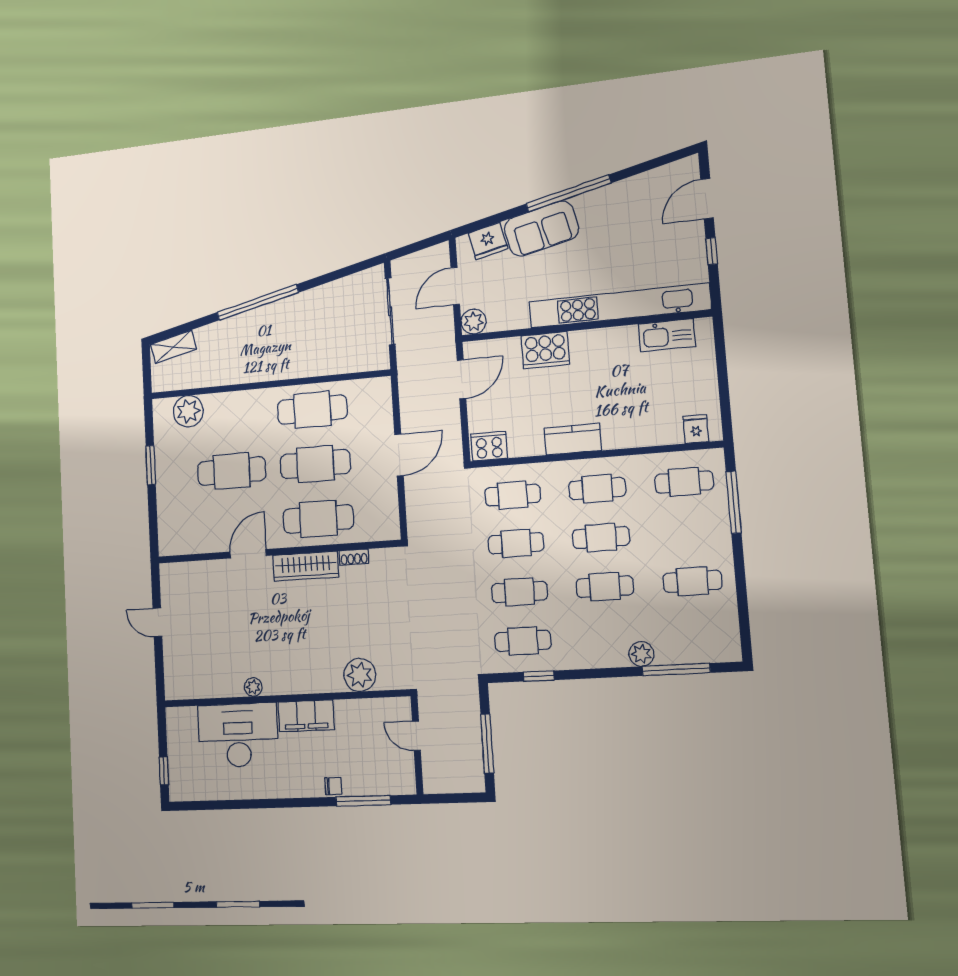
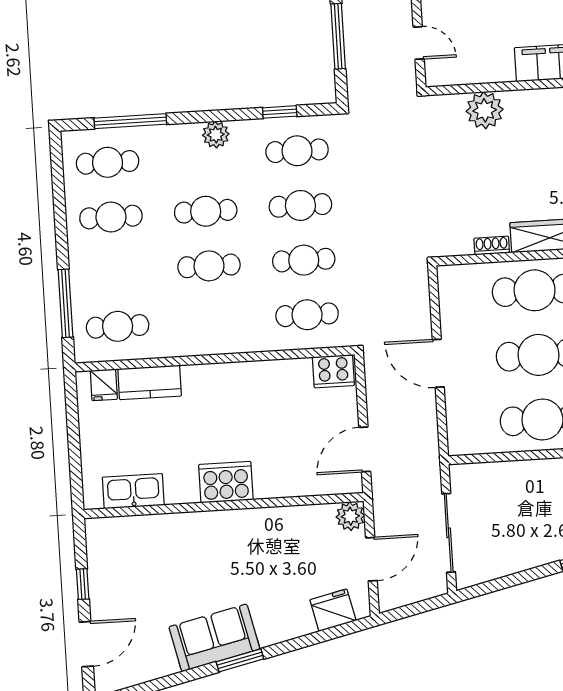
window: (568, 193) -> (240, 660), width x0.47
sofa: (541, 229) -> (214, 638), moved
kitchen unit: (619, 306) -> (185, 527), removed
cooker: (545, 350) -> (226, 482), moved
kitchen counter: (573, 439) -> (150, 382), moved
door: (399, 455) -> (438, 363), hinge flipped
cafe table: (597, 489) -> (108, 162), moved
plant: (641, 654) -> (216, 135), moved

